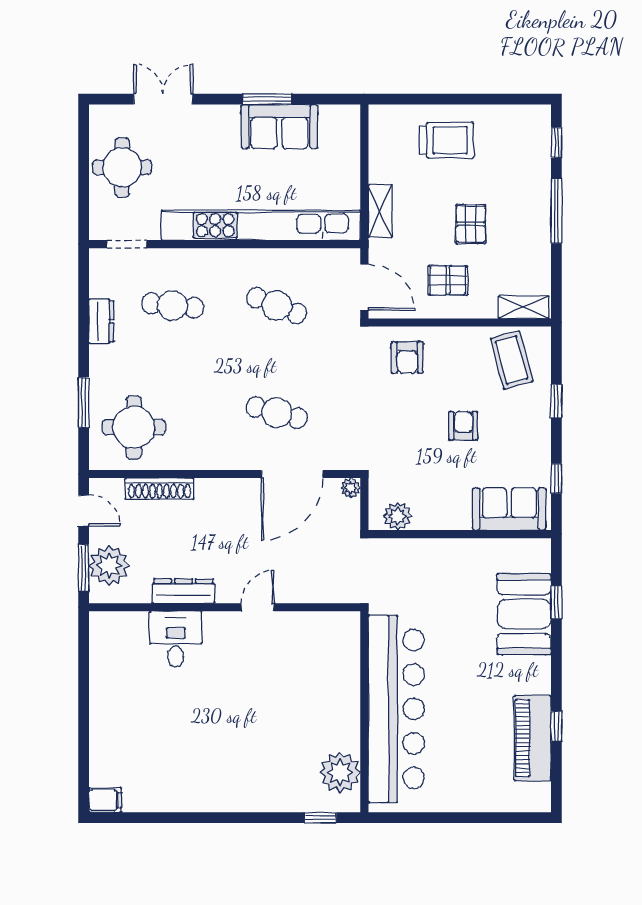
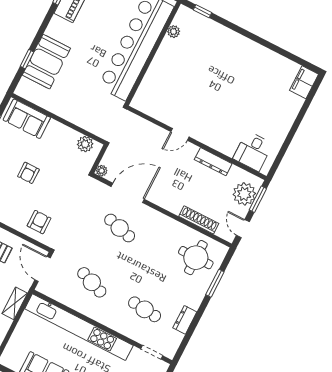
desk: (176, 639) -> (253, 151), moved
plant: (340, 772) -> (174, 32), width x0.53, depth x0.53
filing cabinet: (105, 800) -> (304, 82), width x2.00

